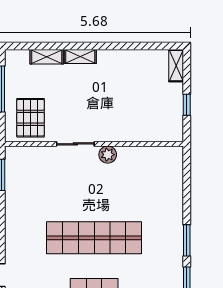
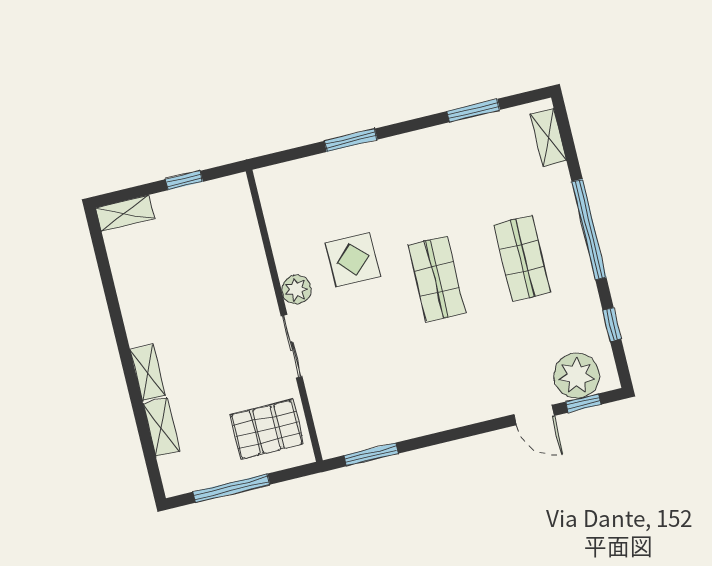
display table: (117, 192) -> (353, 260), added
shop shelf: (94, 238) -> (437, 279), width x0.50, depth x0.74
window: (187, 240) -> (351, 140), moved

